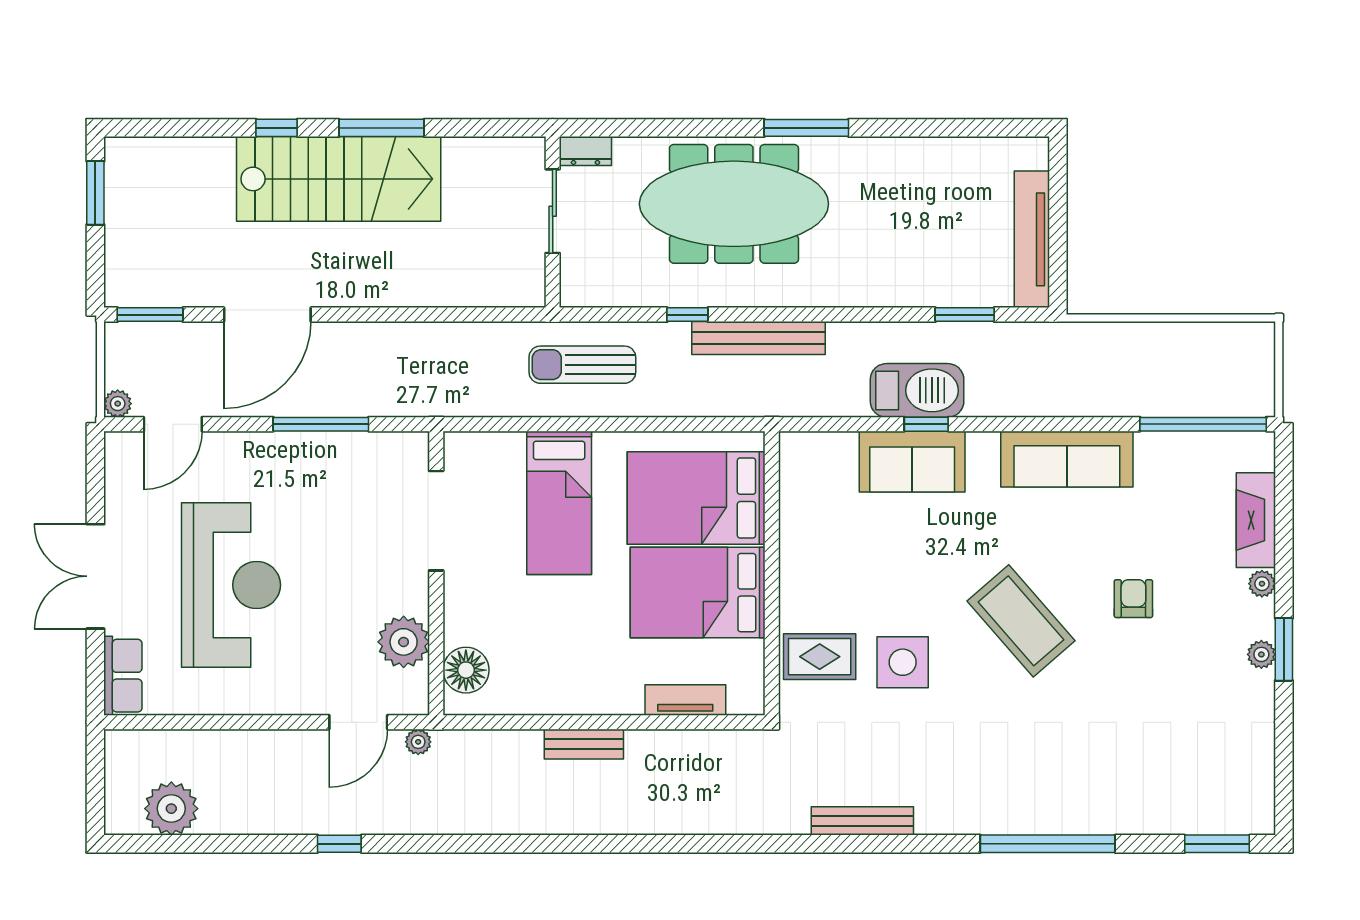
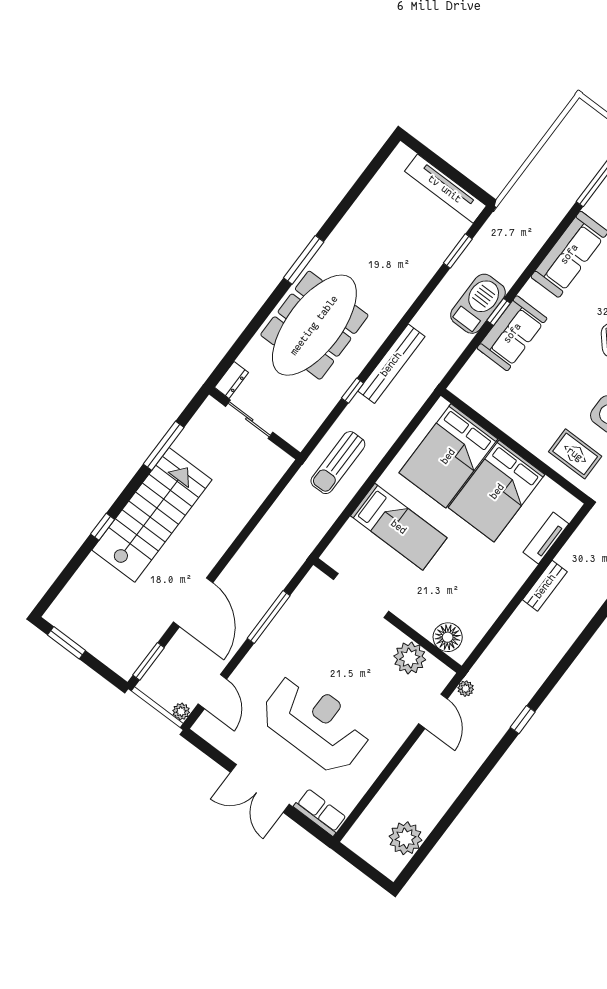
window: (381, 128) -> (164, 446), moved
rug: (820, 657) -> (575, 454), turned 90
bench: (584, 744) -> (545, 586), moved
window: (339, 844) -> (523, 720), moved

